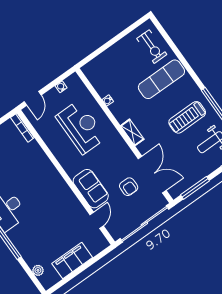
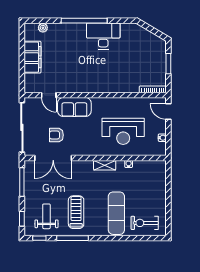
shelving: (132, 132) -> (105, 165), moved

